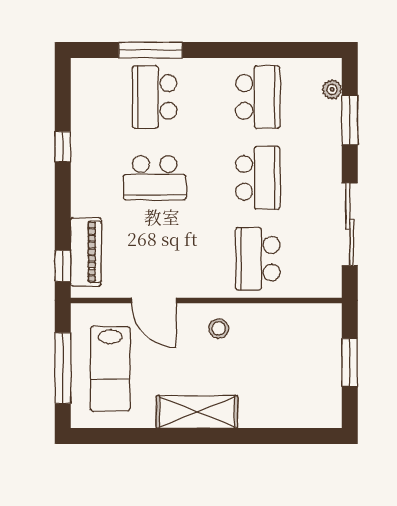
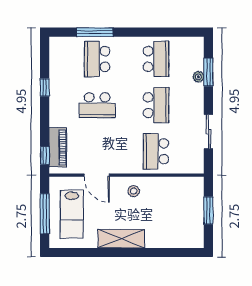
plant: (332, 89) -> (198, 77), moved
sliding door: (350, 224) -> (208, 132), width x0.73

